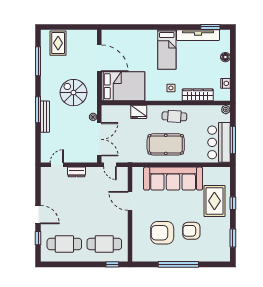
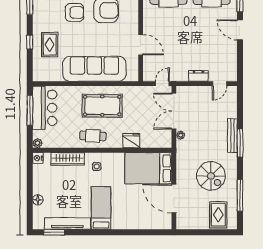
nightstand: (225, 83) -> (38, 158), moved
spiral stairs: (73, 93) -> (211, 176), moved
door: (110, 165) -> (162, 84), hinge flipped
rug: (214, 201) -> (50, 45), width x0.73, depth x0.70

